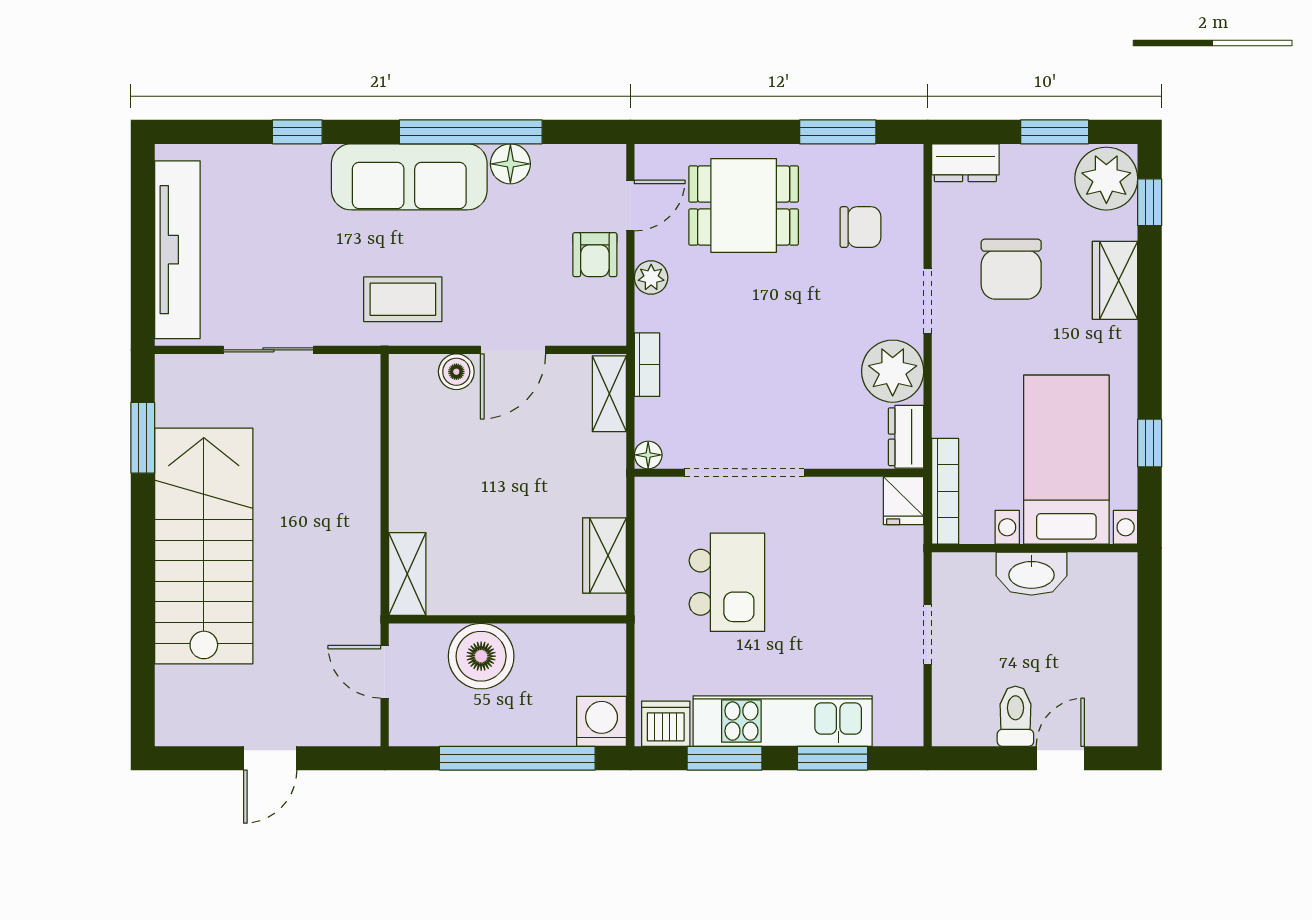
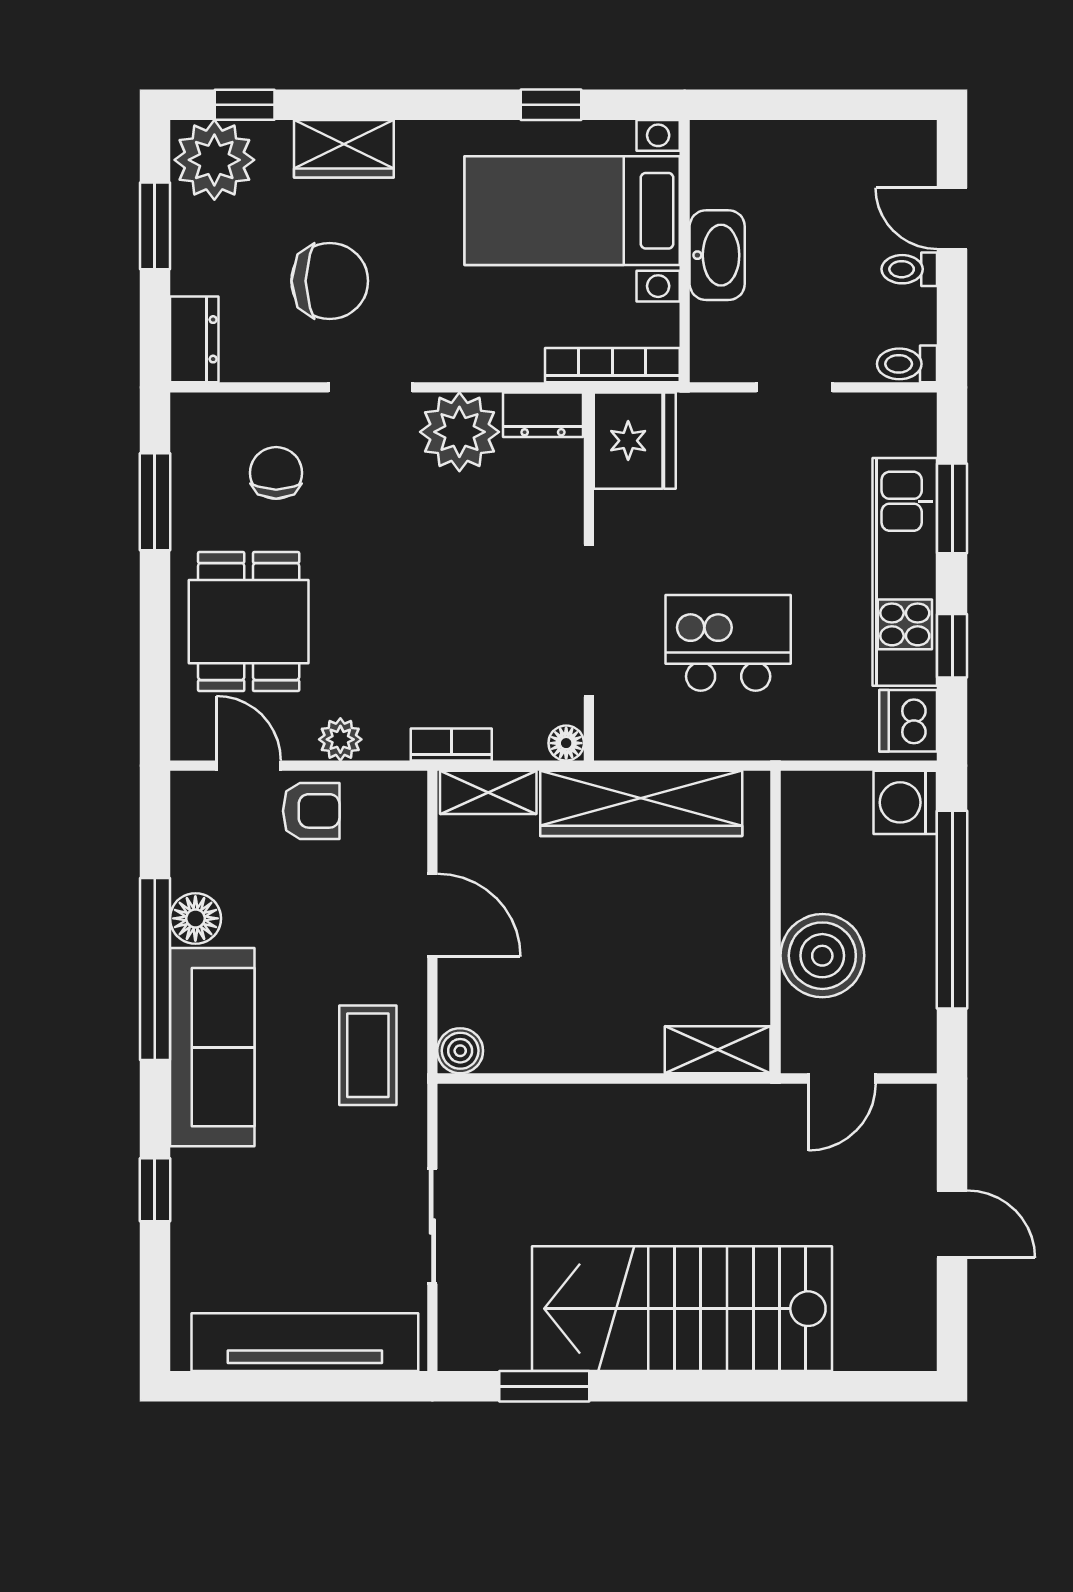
boiler: (456, 372) -> (460, 1051), moved
fridge: (904, 501) -> (635, 441), width x1.88, depth x1.34
wardrobe: (605, 555) -> (641, 803), width x2.10, depth x1.17
toilet: (1015, 716) -> (909, 269), width x0.73, depth x0.72
toilet: (946, 723) -> (907, 364), added
window: (725, 758) -> (952, 646), width x0.67

